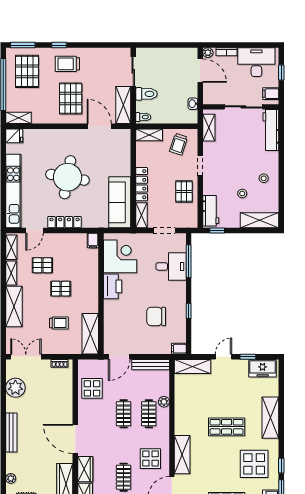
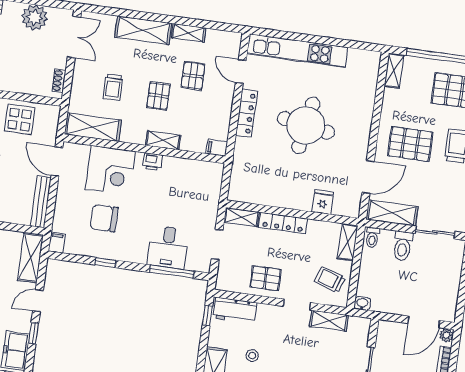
washbasin: (193, 104) -> (362, 303), moved
shelving: (209, 128) -> (329, 321), moved
fridge: (14, 136) -> (323, 202), moved, turned 180
sofa: (120, 202) -> (263, 191), removed
shelving: (11, 247) -> (163, 140), moved
corner desk: (120, 256) -> (110, 170), moved
printer: (113, 286) -> (152, 162), width x0.53, depth x0.68
chair: (156, 316) -> (104, 218), turned -90
door: (224, 357) -> (38, 301), swing flipped

